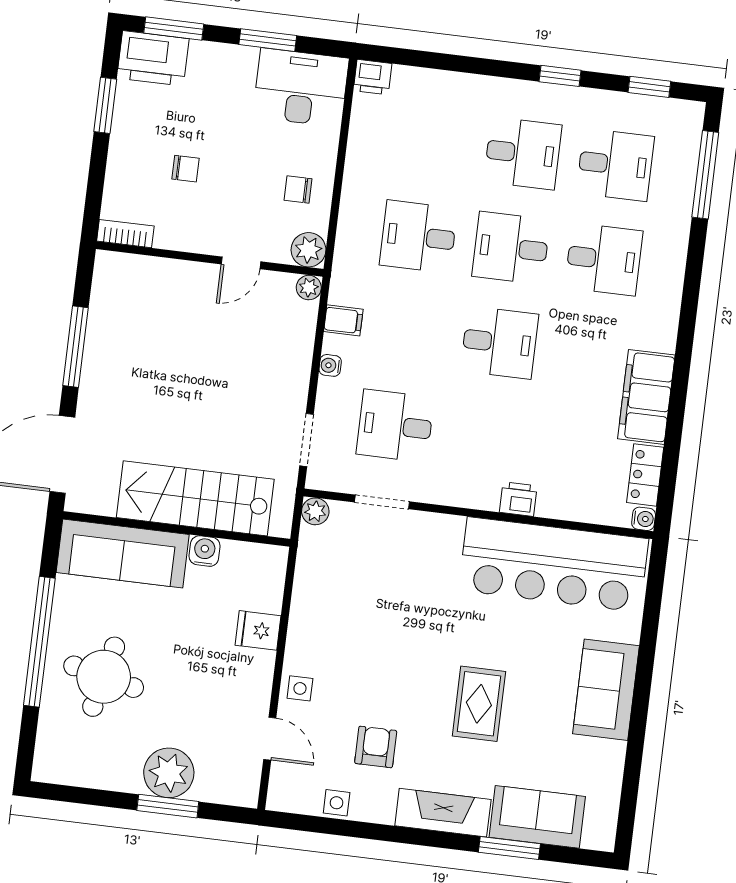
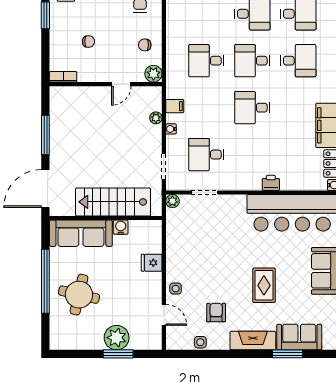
plant: (309, 288) -> (156, 118), moved
desk: (499, 343) -> (252, 108), turned 180

